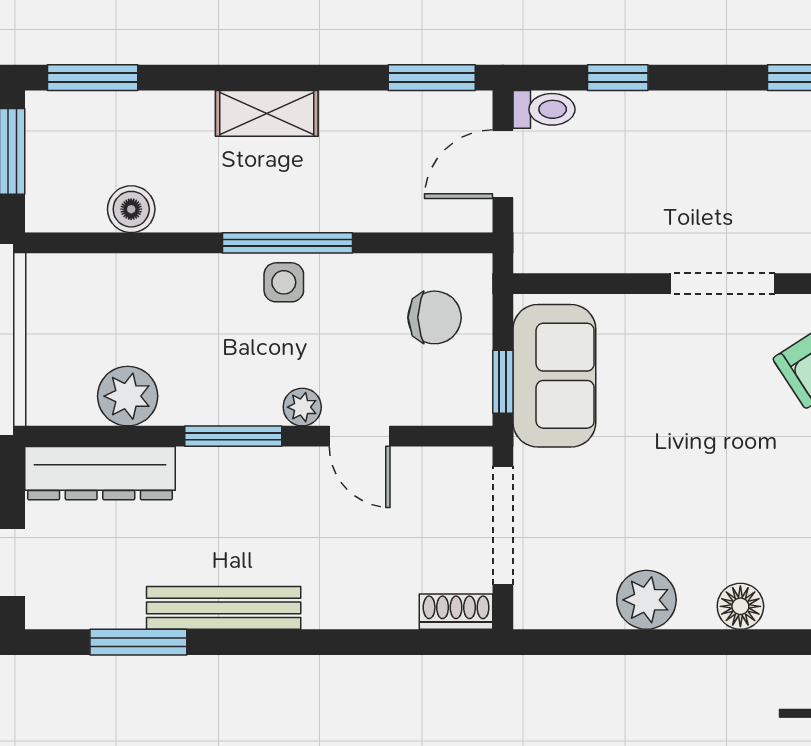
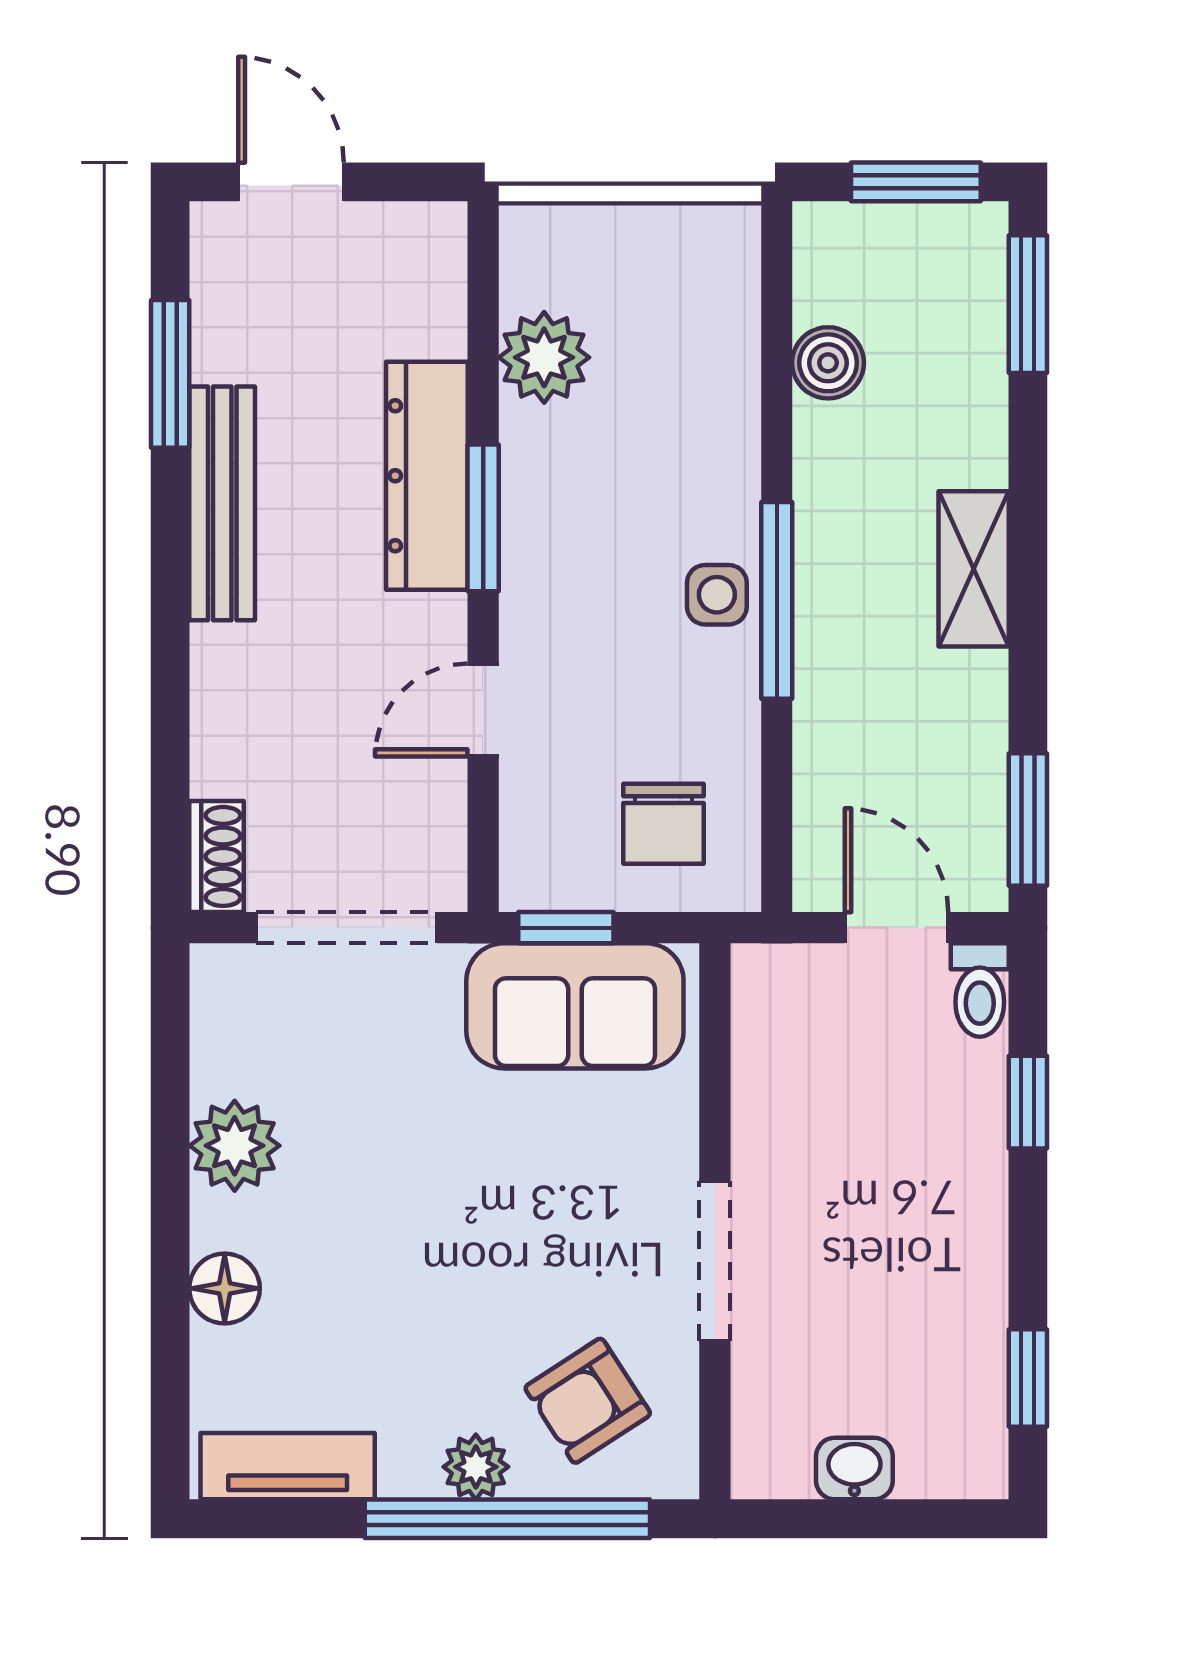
plant: (302, 407) -> (527, 623), removed
dresser: (100, 473) -> (427, 476), moved

